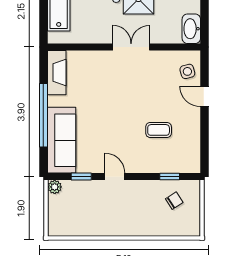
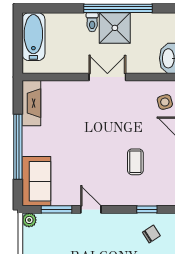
coffee table: (159, 130) -> (135, 162), turned 90
sofa: (62, 140) -> (36, 181), width x0.73
window: (81, 177) -> (56, 209), width x1.50

